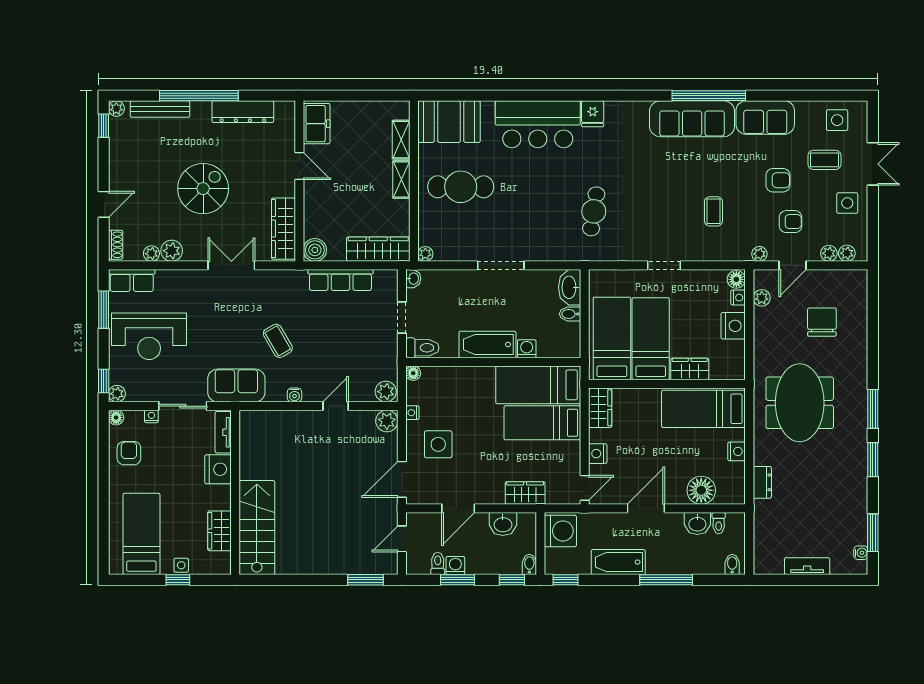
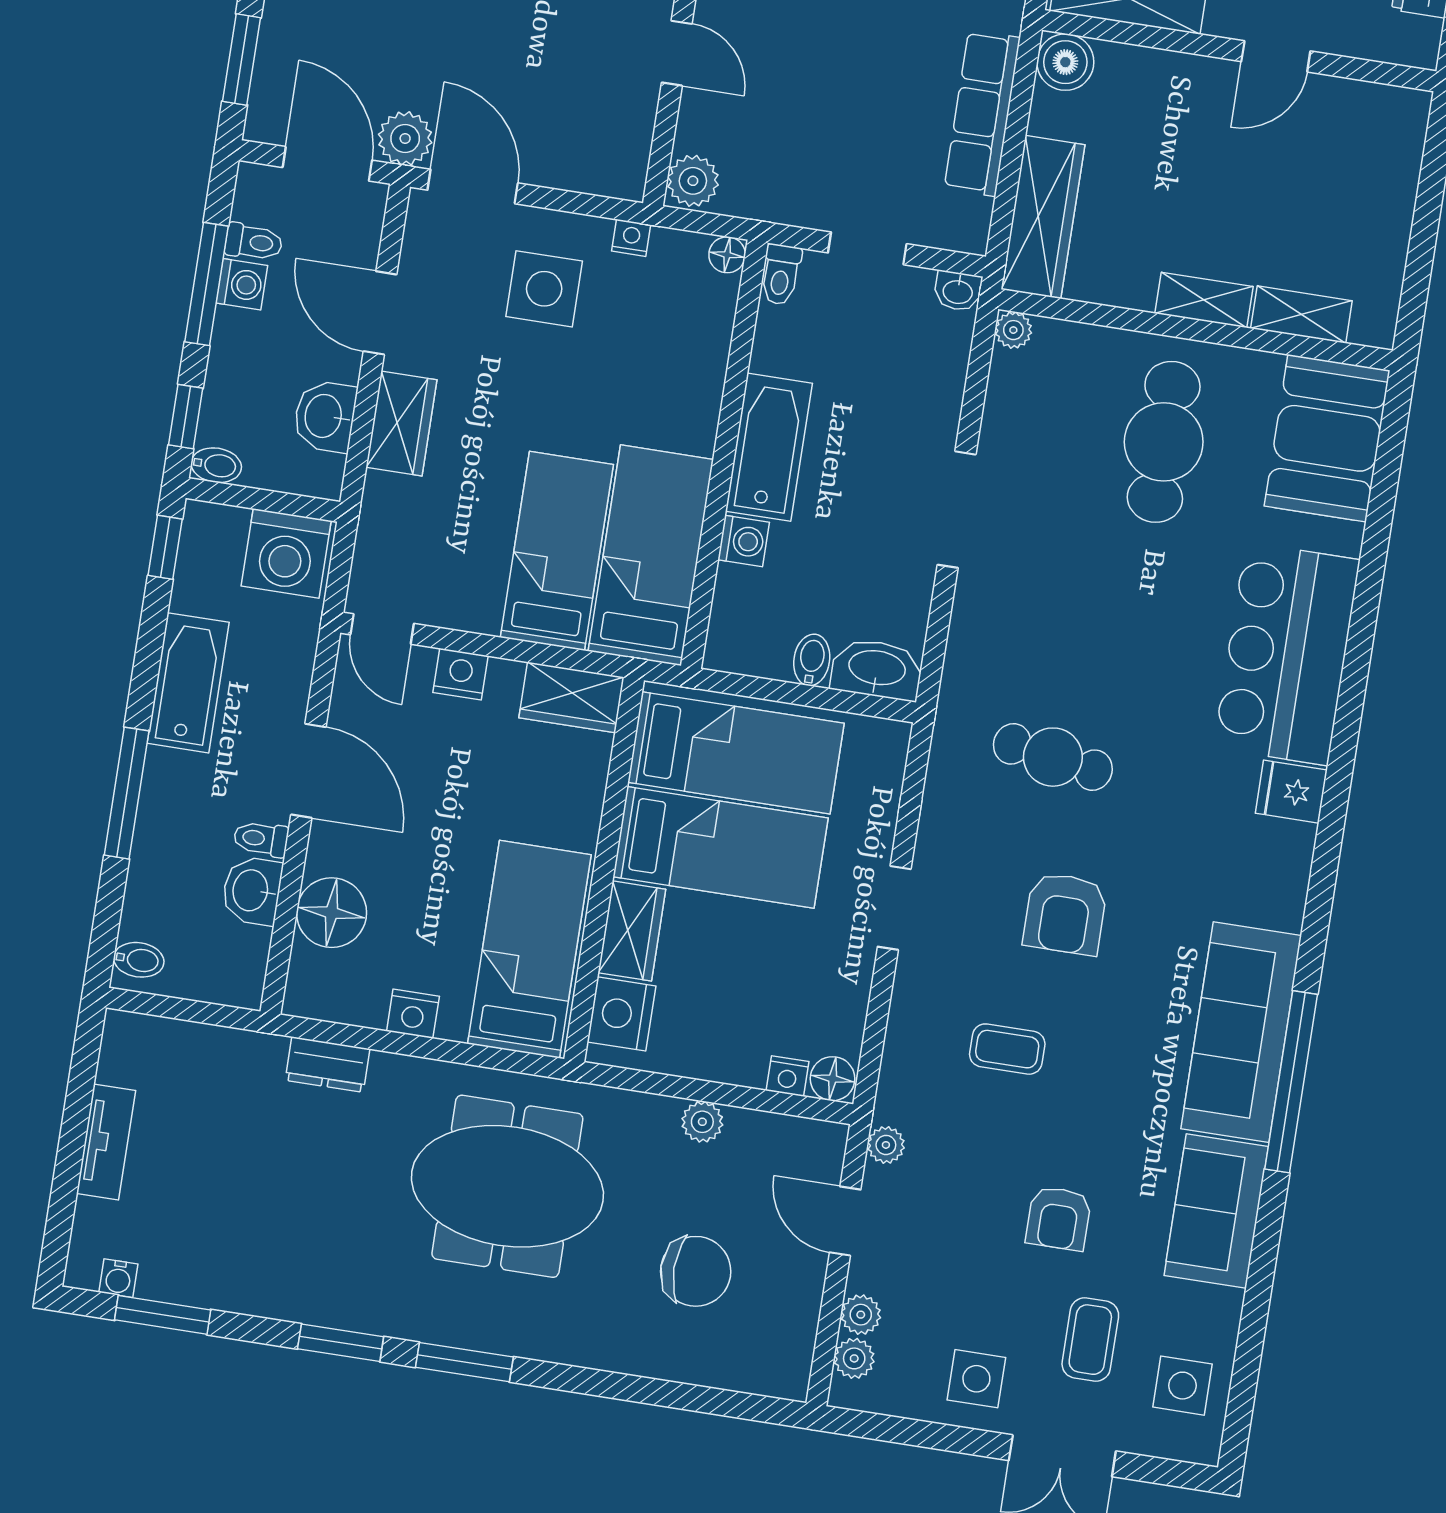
freezer: (317, 124) -> (1373, 115), removed
armchair: (791, 222) -> (1065, 914), moved, width x1.38, depth x1.38
plant: (762, 298) -> (702, 1122), moved
nightstand: (733, 326) -> (622, 1014), moved, turned 90
toilet: (422, 348) -> (781, 275), width x0.73, depth x0.72
plant: (387, 421) -> (405, 138), moved
wardrobe: (525, 493) -> (401, 424), moved
toilet: (719, 523) -> (261, 839), moved
door: (402, 539) -> (327, 164), width x1.38
window: (457, 580) -> (206, 284), width x1.44

